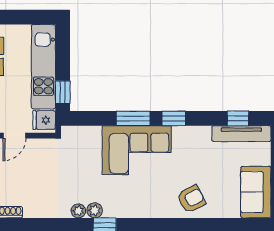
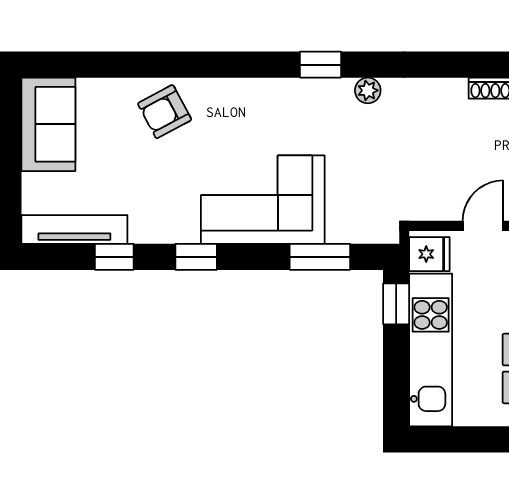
window: (133, 118) -> (320, 257), moved
window: (238, 118) -> (114, 257), moved
plant: (95, 210) -> (339, 91), removed

